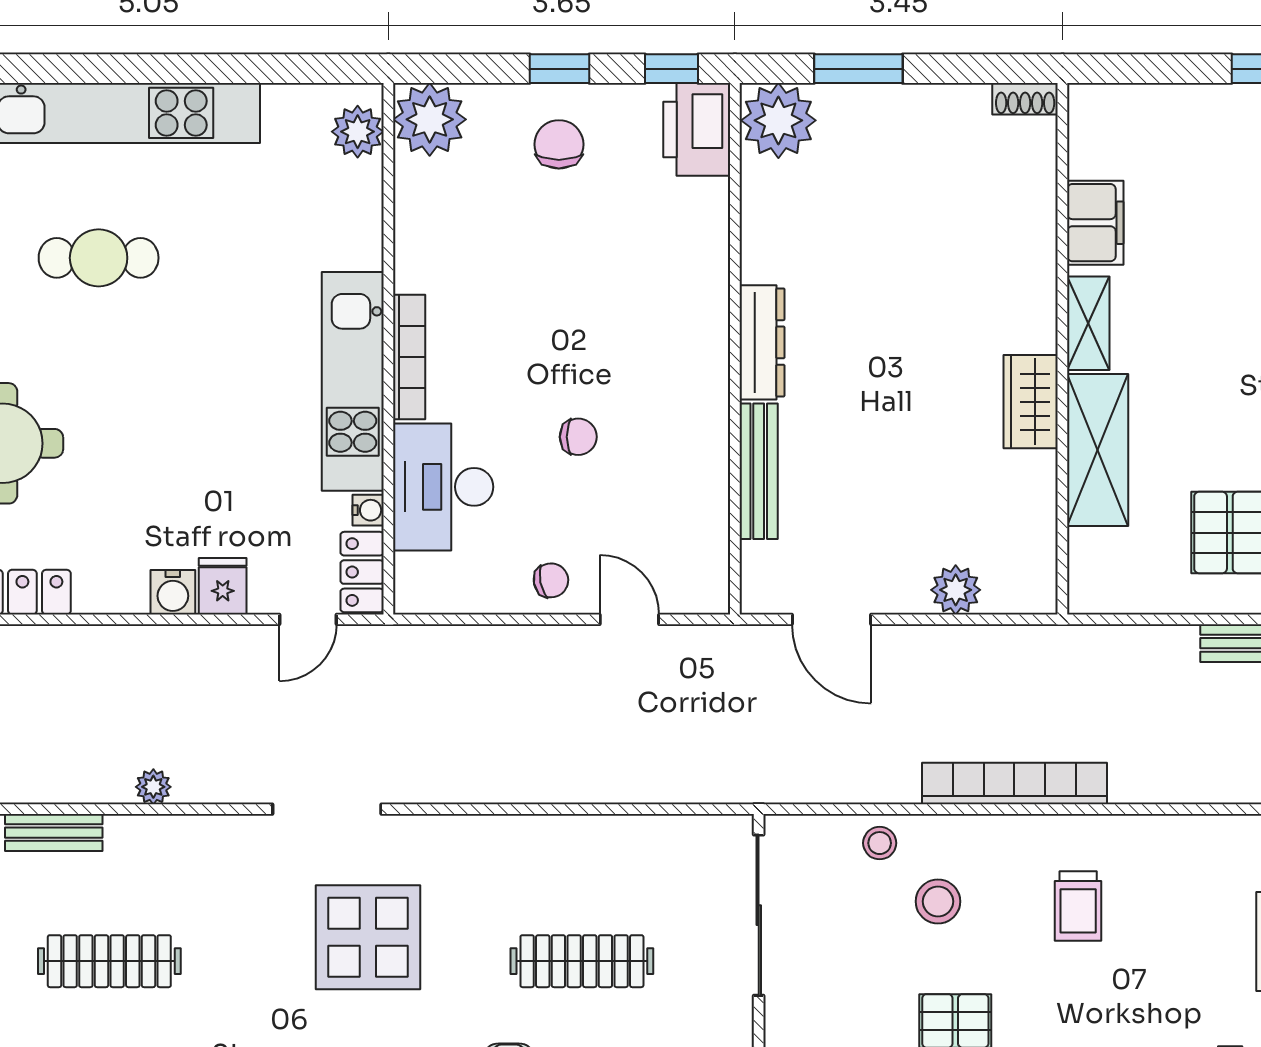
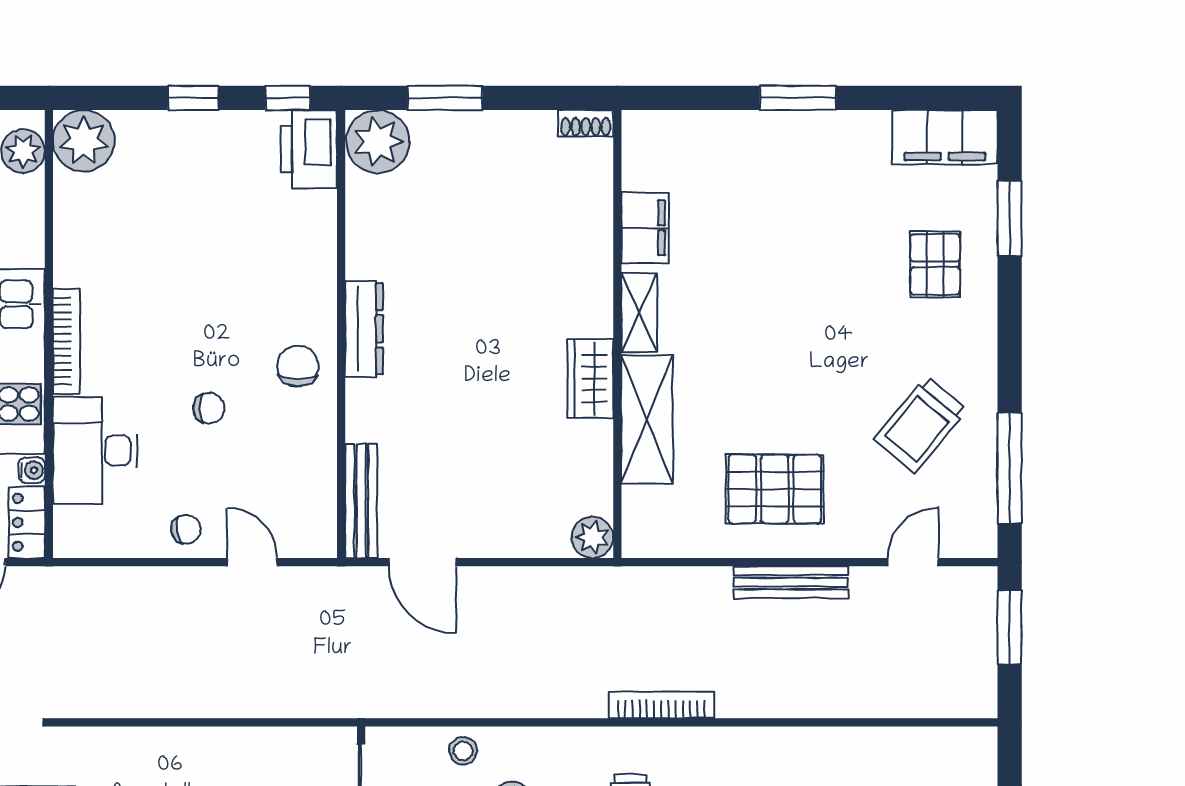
chair: (559, 144) -> (298, 366), moved
bench: (759, 471) -> (361, 501), moved
plant: (956, 590) -> (592, 537), moved
bookcase: (1014, 784) -> (661, 705), moved, width x0.68, depth x0.76

